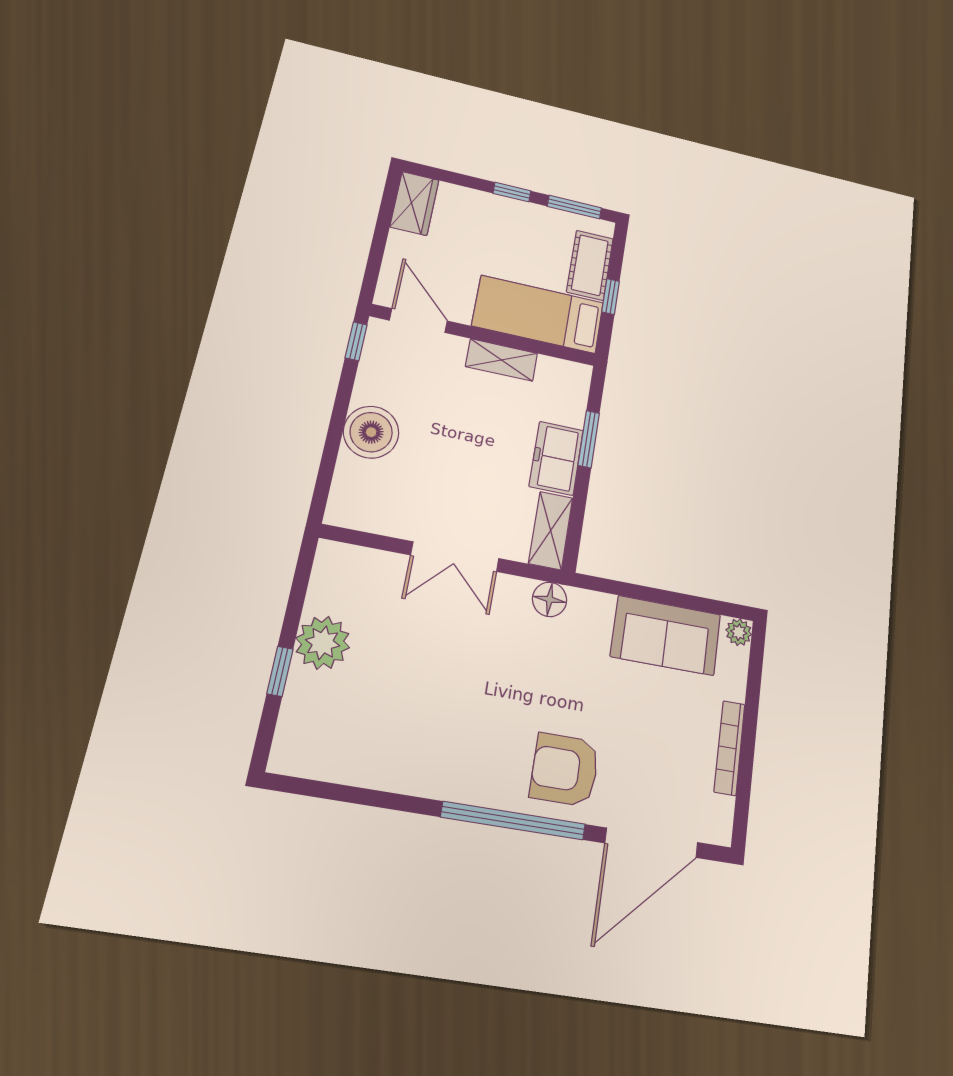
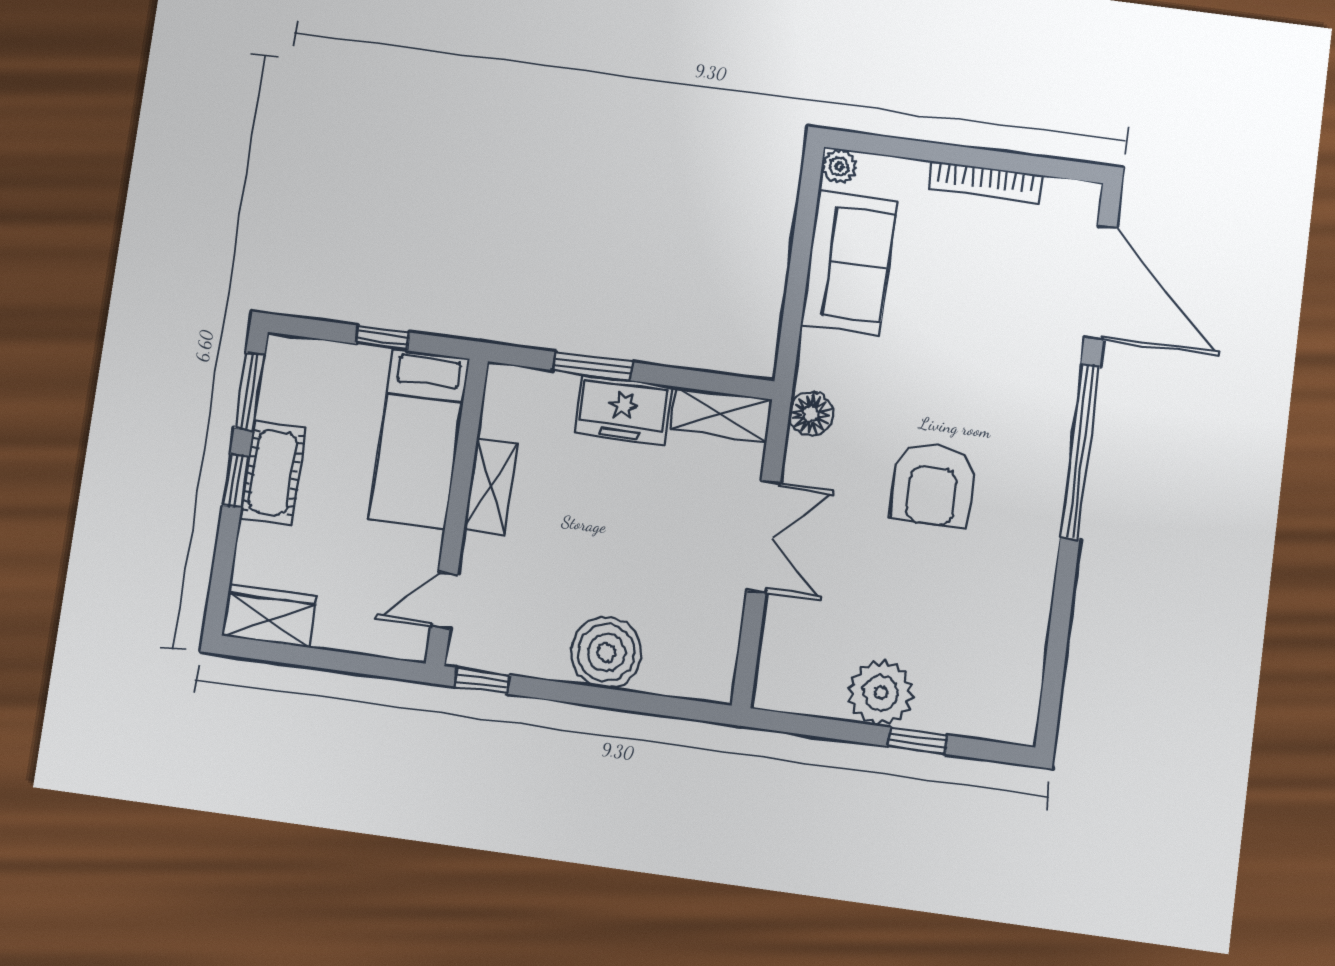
cot: (590, 265) -> (273, 472), moved, turned 90
door: (418, 321) -> (444, 601), width x0.73
armchair: (565, 770) -> (933, 485), moved

